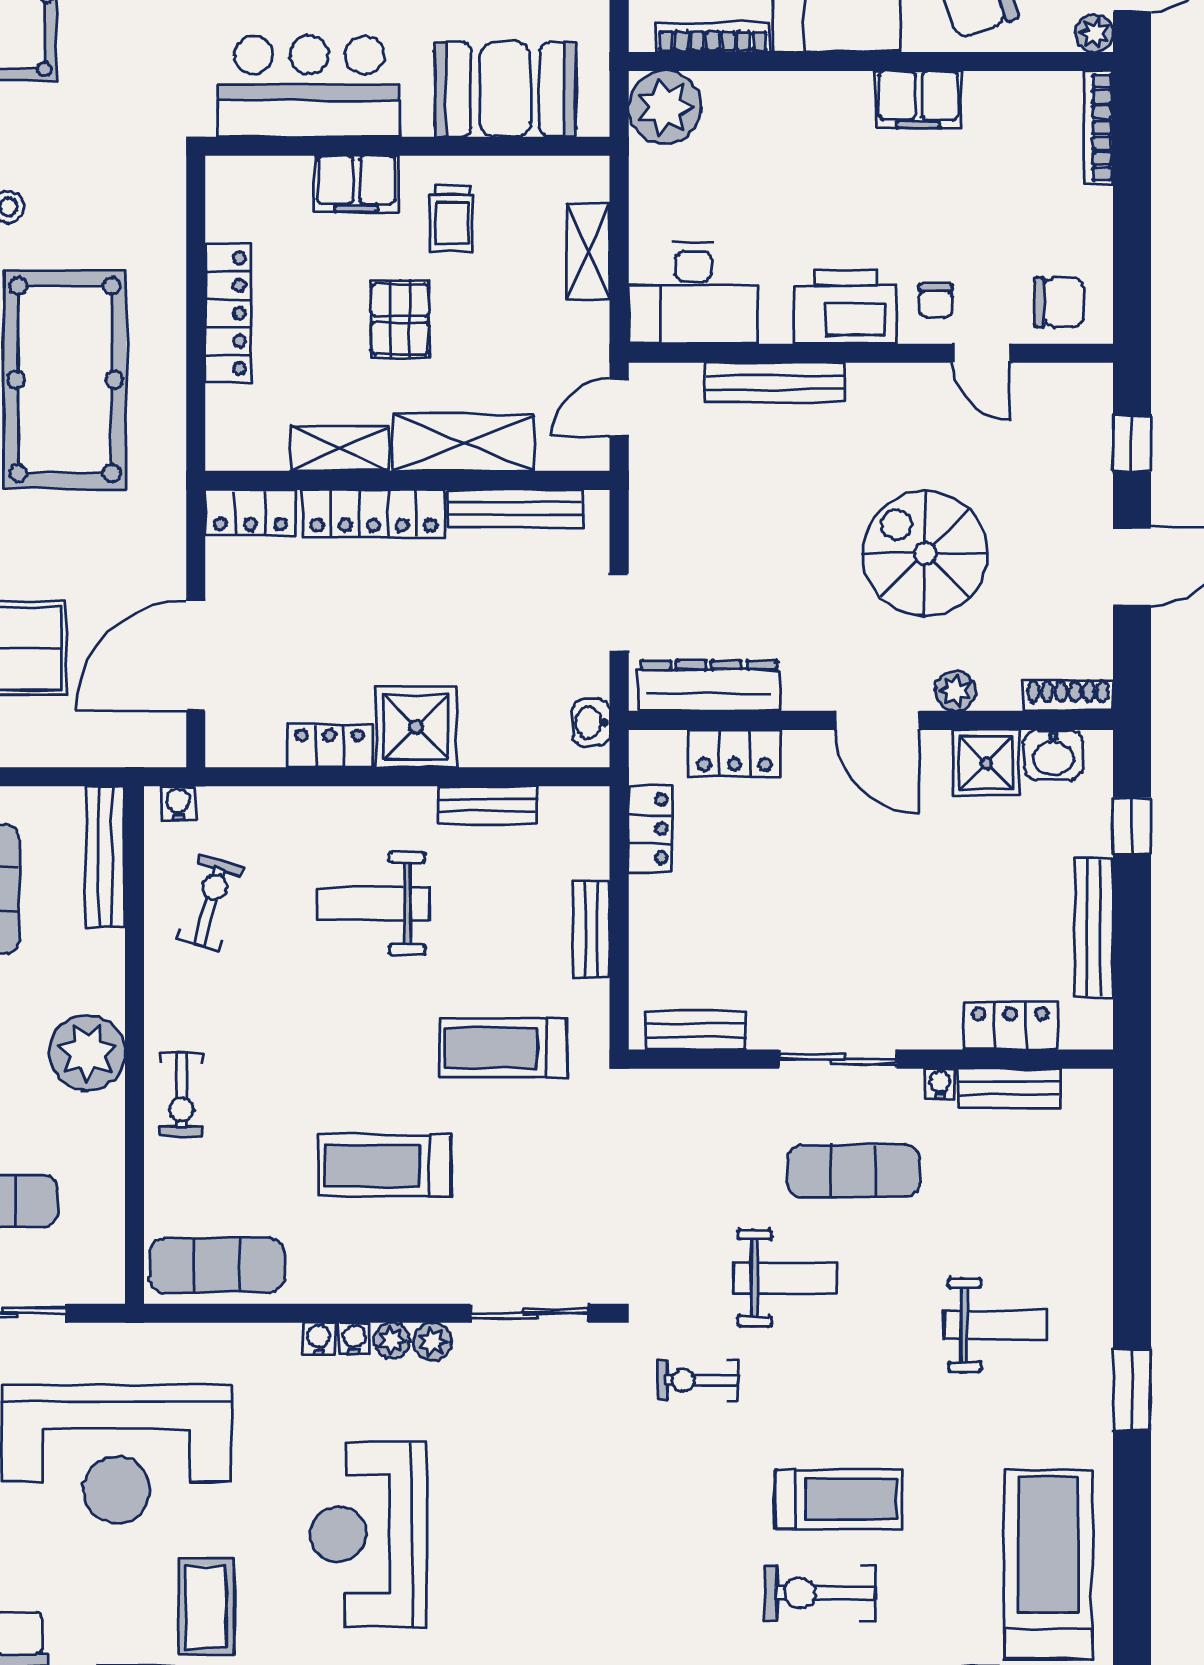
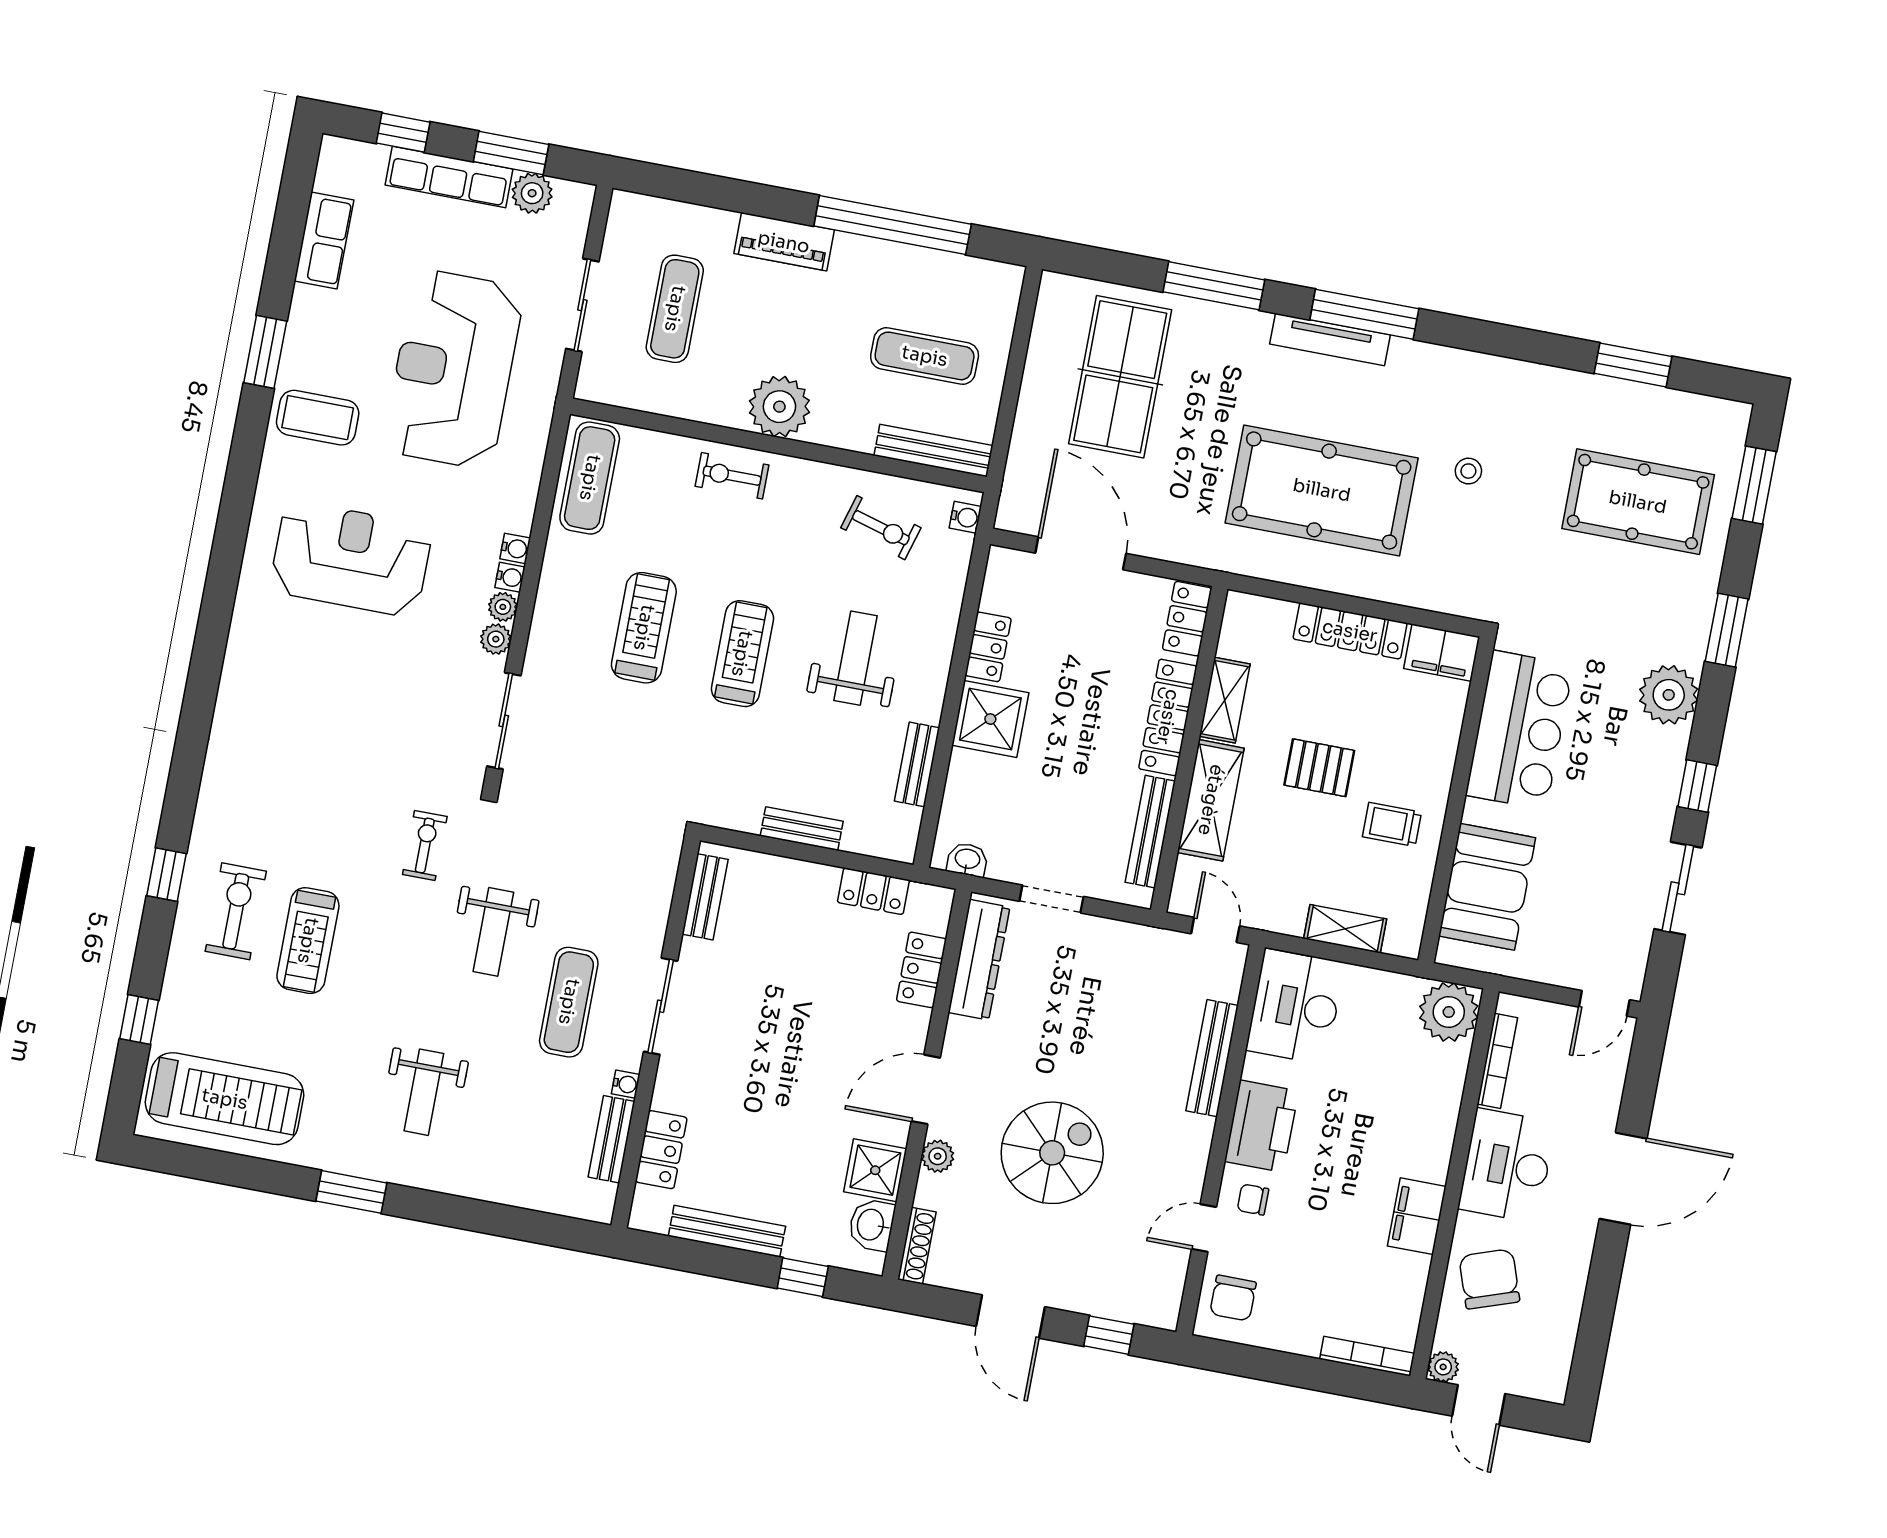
filing cabinet: (356, 184) -> (1441, 652), moved, turned -90
treadmill: (503, 1048) -> (742, 654), moved

